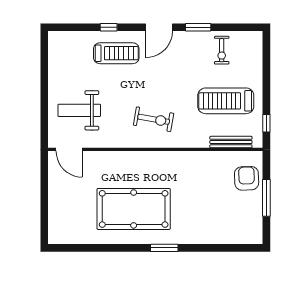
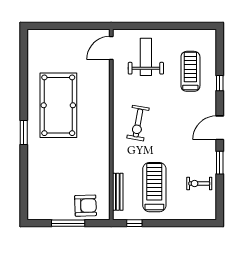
door: (159, 27) -> (220, 128), hinge flipped
treadmill: (116, 53) -> (190, 71), moved, turned 180

